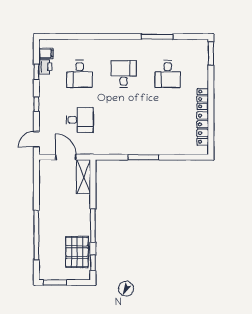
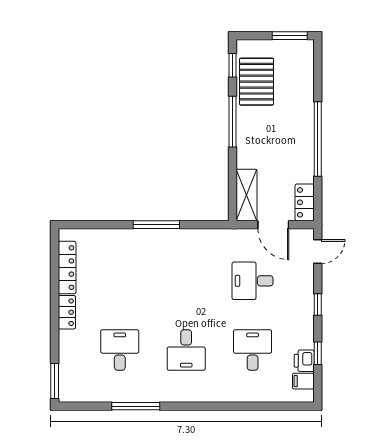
locker: (45, 172) -> (305, 202), added
window: (36, 235) -> (318, 139), moved

